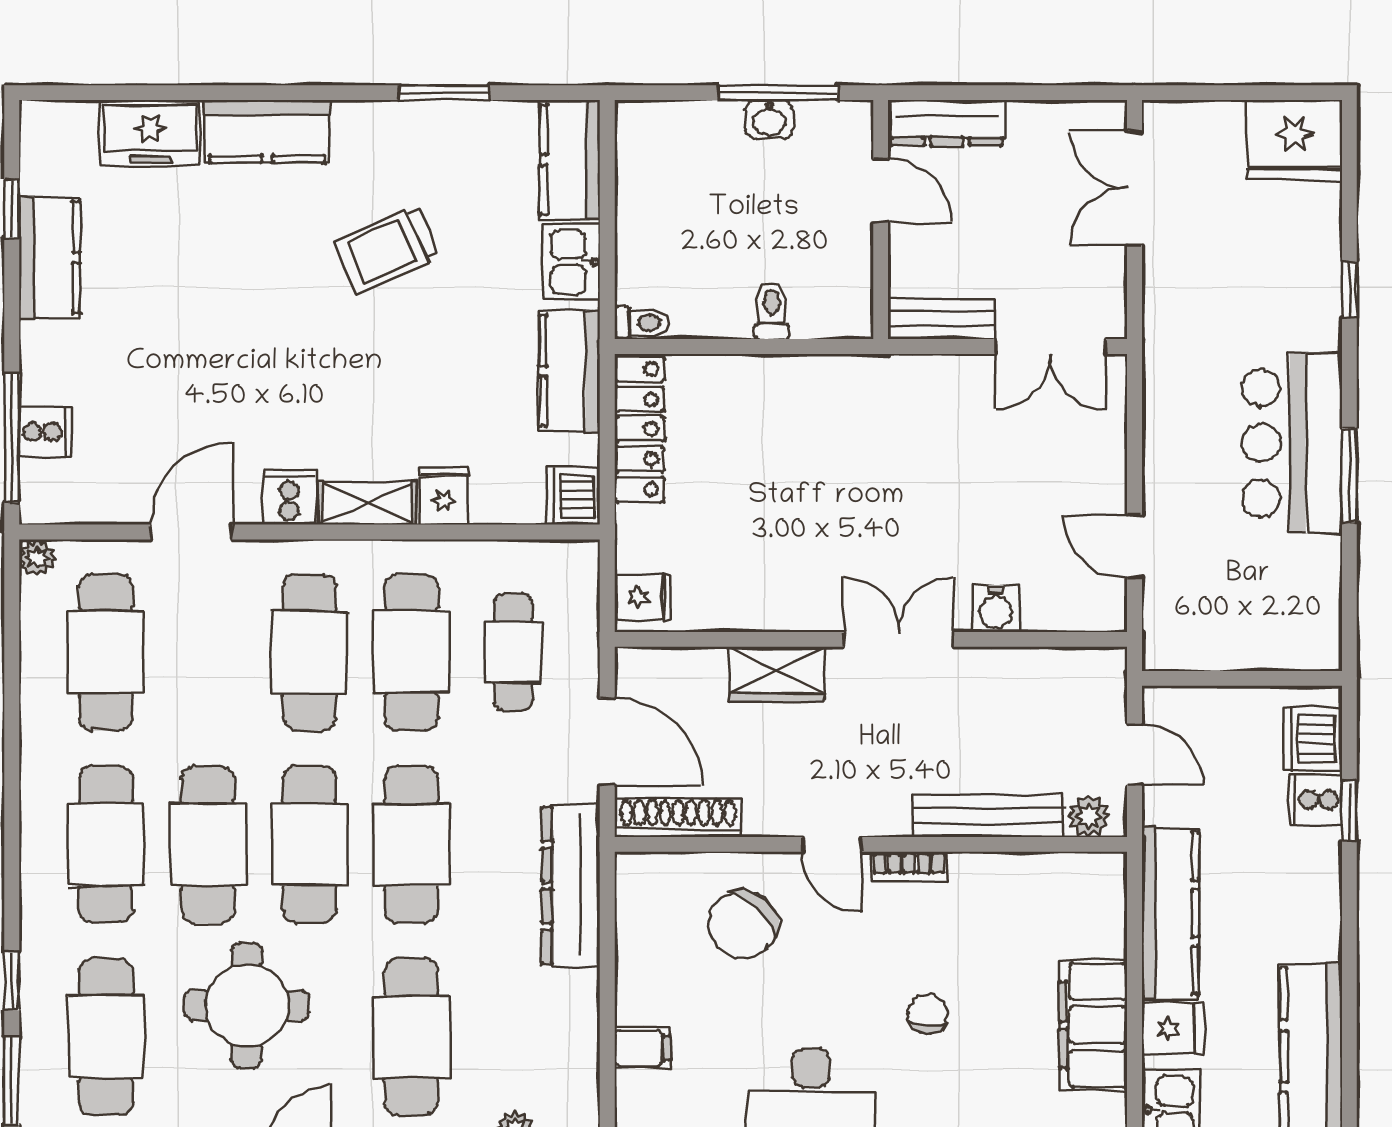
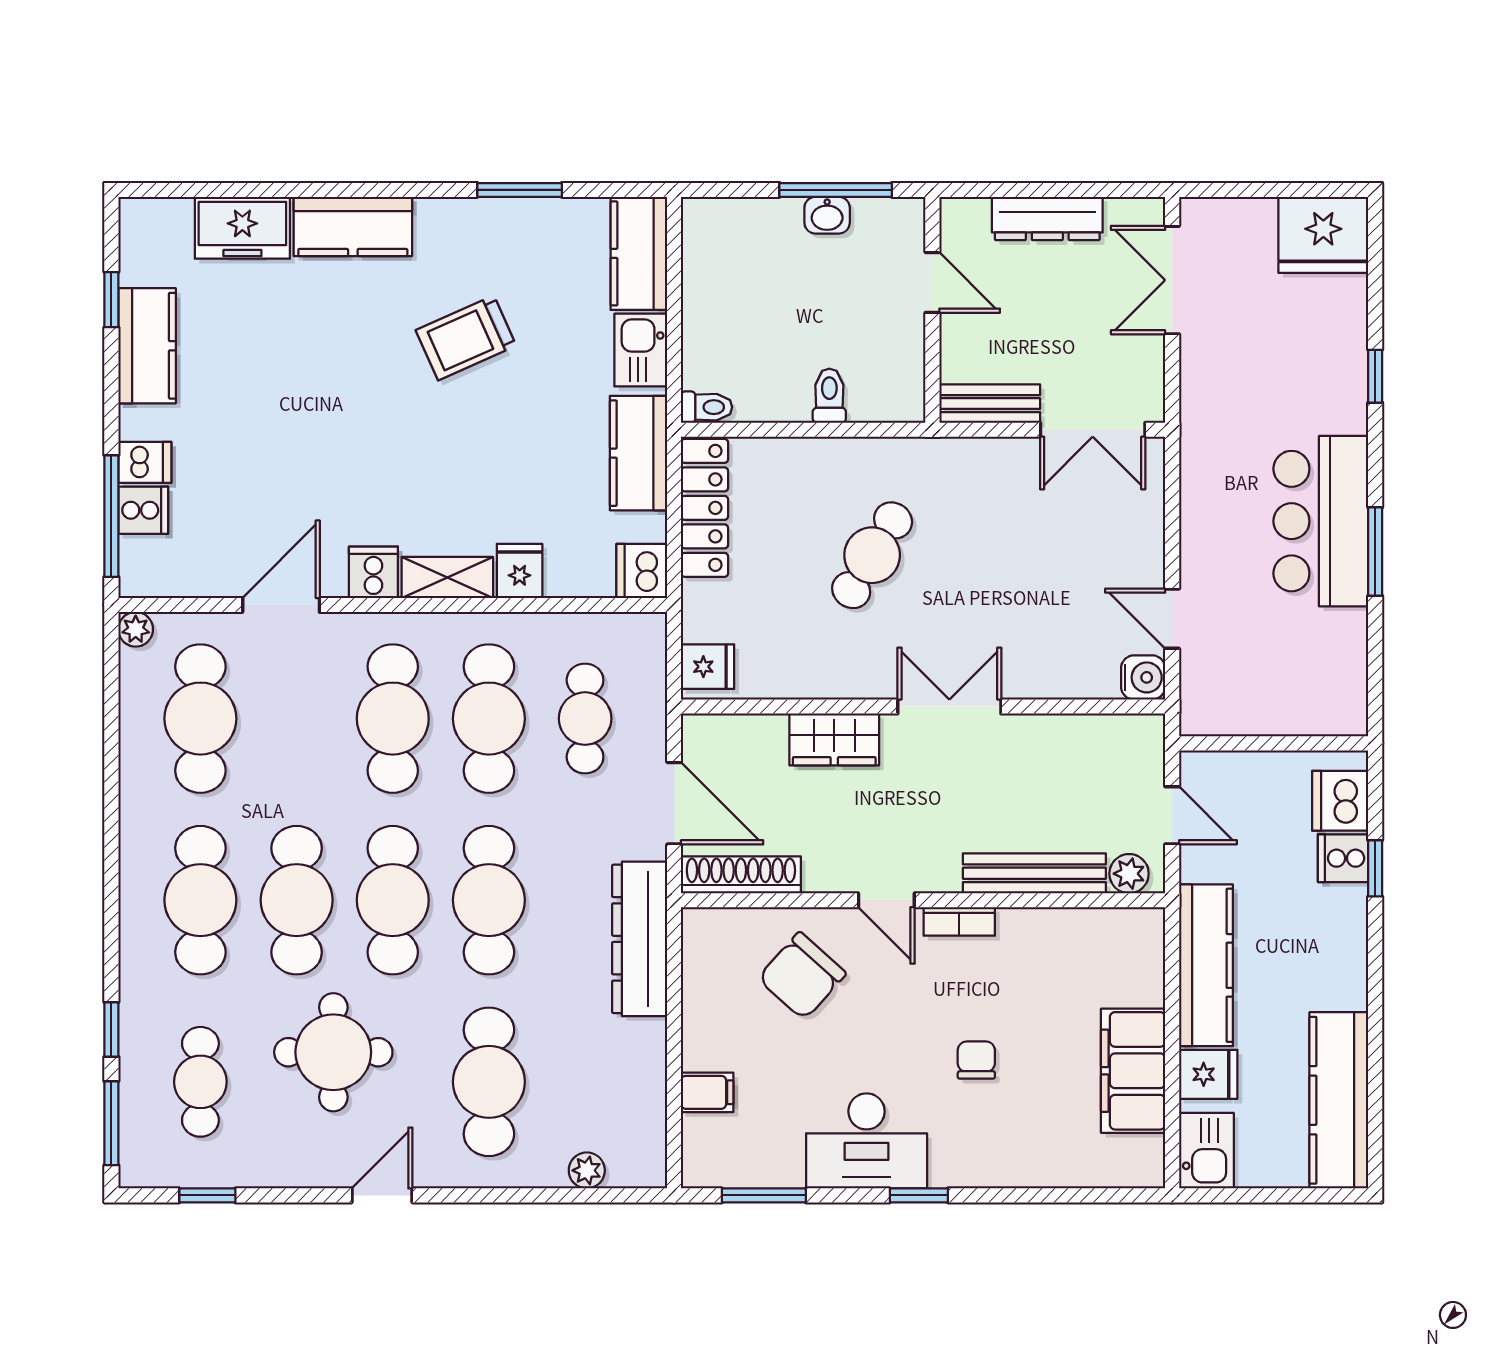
dresser: (947, 123) -> (1047, 219), moved
dishwasher: (47, 381) -> (145, 462), added
cafe table: (817, 479) -> (872, 555), added
water cooler: (996, 609) -> (1143, 677), moved, turned -90
cafe table: (106, 1037) -> (200, 1082), width x0.73, depth x0.74

